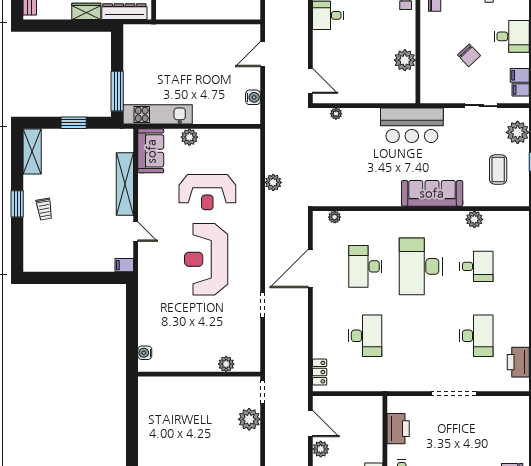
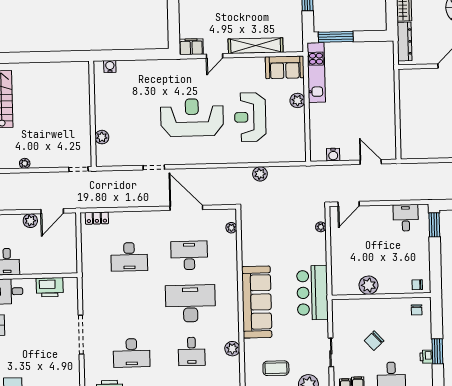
sofa: (432, 193) -> (257, 302), width x1.36, depth x1.27
filing cabinet: (124, 265) -> (191, 47), width x2.00
plant: (249, 419) -> (25, 163), moved, width x0.53, depth x0.53

